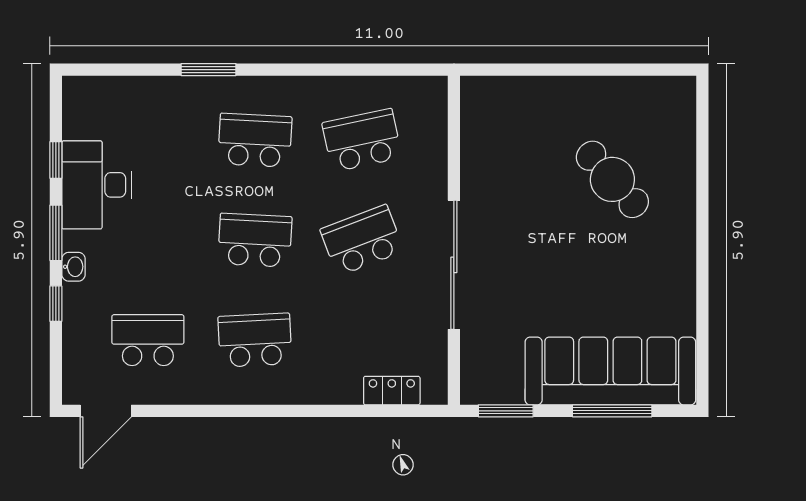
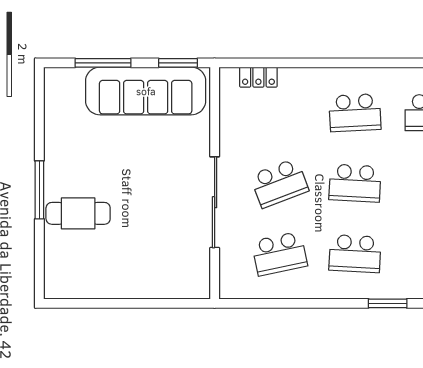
cafe table: (612, 179) -> (78, 213), moved, turned -48
window: (702, 231) -> (39, 190), added
sliding door: (454, 265) -> (215, 202), moved
sofa: (610, 371) -> (146, 91), moved

